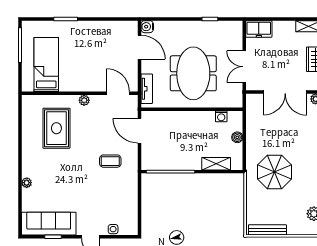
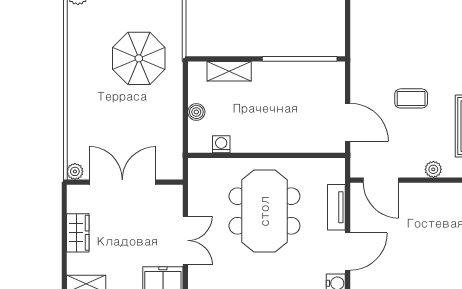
door: (139, 47) -> (348, 251), swing flipped
double door: (244, 67) -> (185, 240), moved
tv unit: (147, 89) -> (336, 207), moved
coffee table: (110, 161) -> (411, 98), moved

